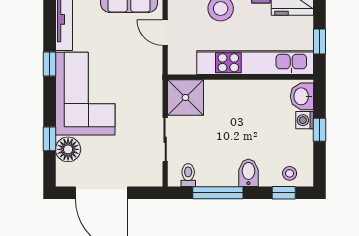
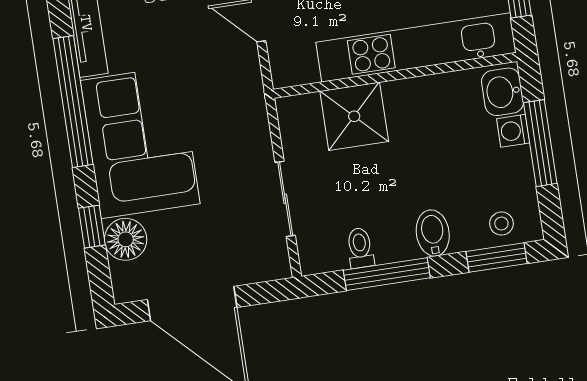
window: (49, 64) -> (73, 102), width x3.17
shower: (185, 98) -> (354, 116), moved
window: (319, 130) -> (540, 143), width x2.17
toilet: (188, 175) -> (360, 248), moved
window: (284, 193) -> (497, 257), width x1.50

